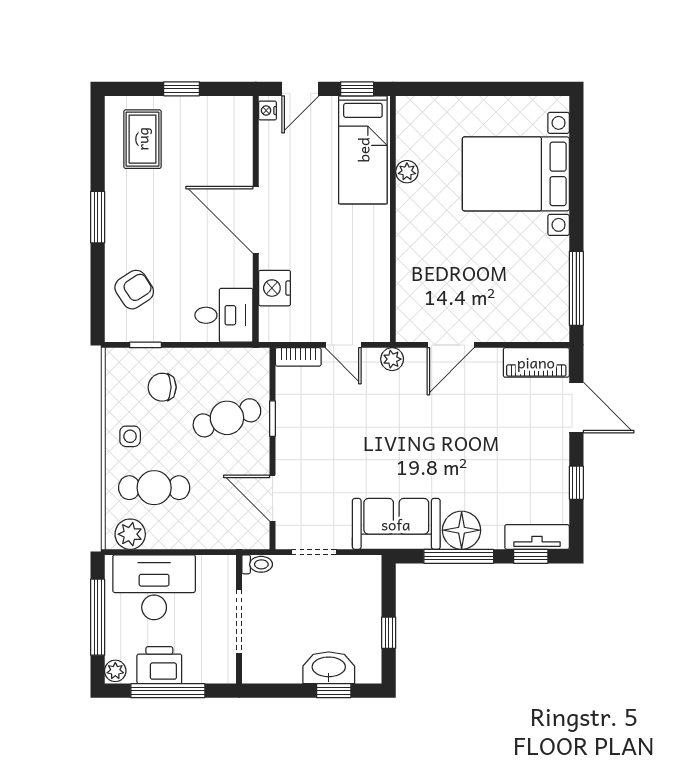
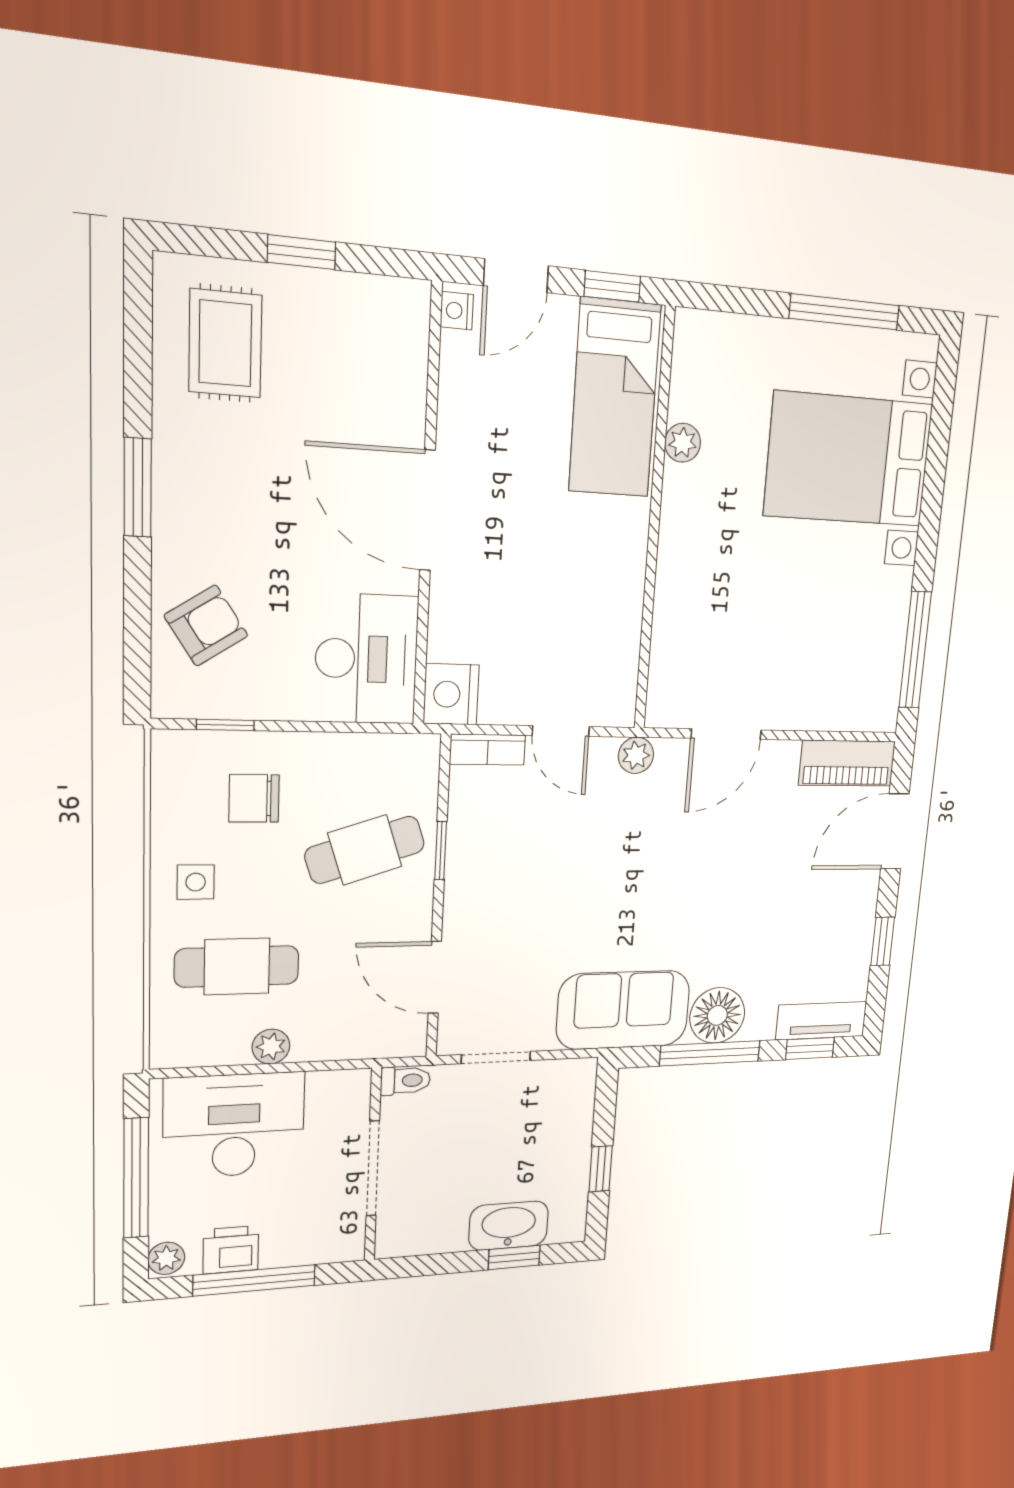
window: (504, 89) -> (845, 312), added
nightstand: (274, 288) -> (451, 694), moved
desk: (224, 315) -> (366, 659), width x1.37
door: (576, 407) -> (895, 831), swing flipped
plant: (130, 534) -> (271, 1047), moved, width x0.73, depth x0.73
printer: (159, 665) -> (231, 1250), width x0.73, depth x0.81

